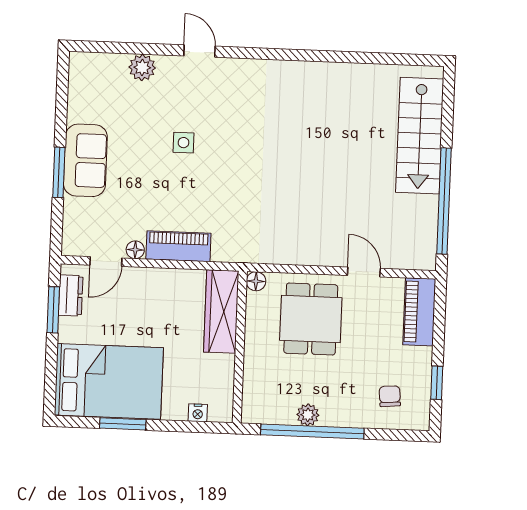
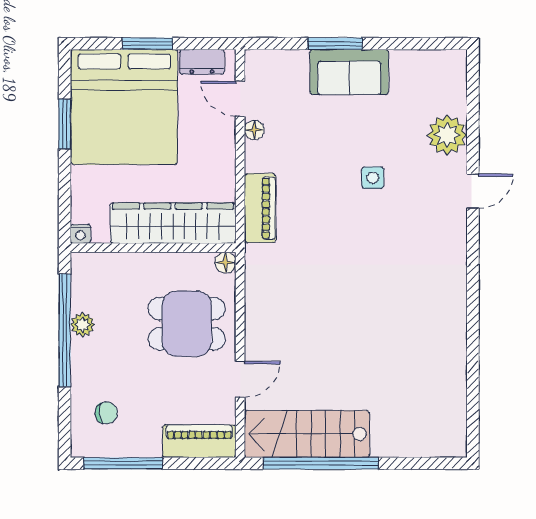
plant: (142, 67) -> (447, 135), width x1.36, depth x1.36
stairs: (420, 136) -> (307, 434), moved
piano: (178, 246) -> (260, 208), moved
window: (53, 310) -> (148, 44), moved
wardrobe: (221, 311) -> (173, 223), width x1.40, depth x1.17
bed: (109, 381) -> (124, 107), width x1.36
window: (437, 383) -> (123, 463), width x2.17
nightstand: (198, 413) -> (80, 234), moved, turned -90

